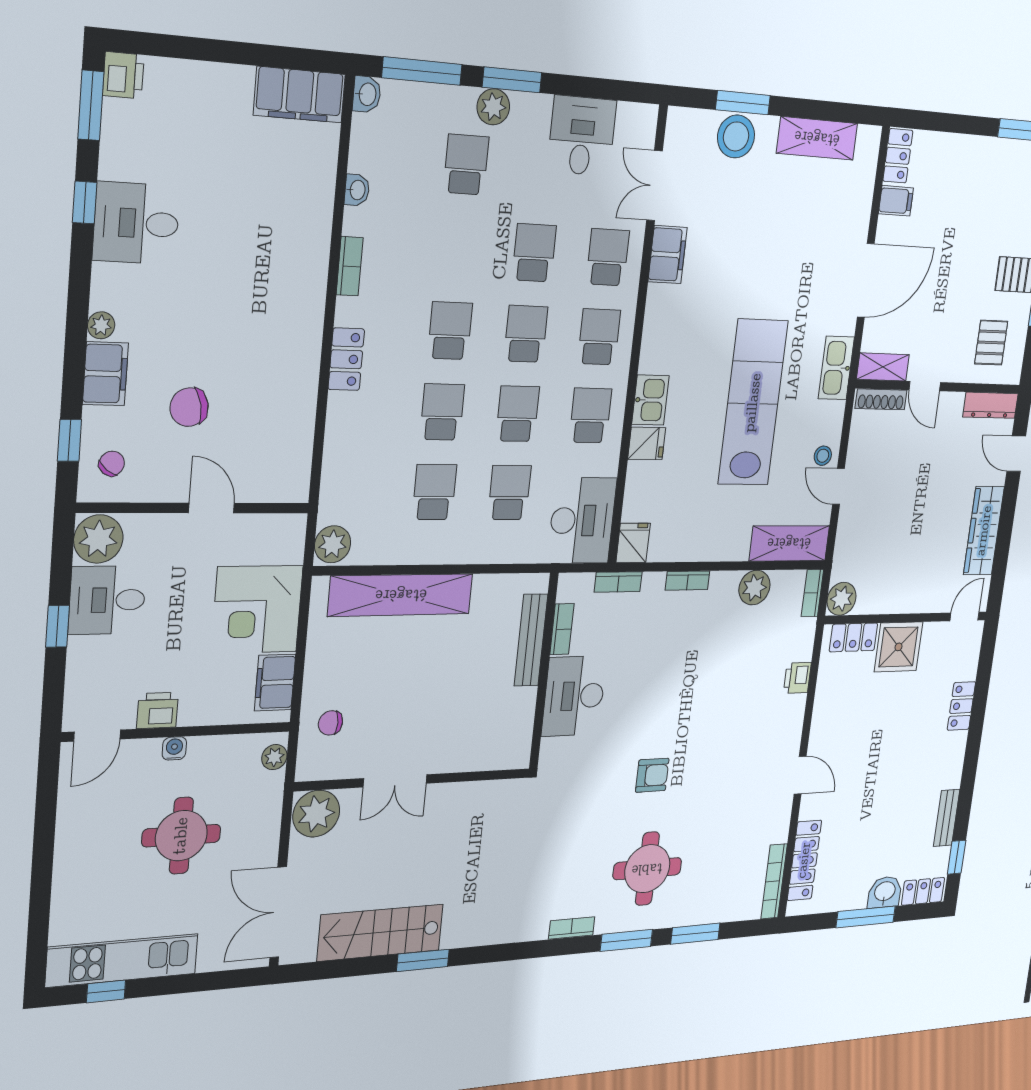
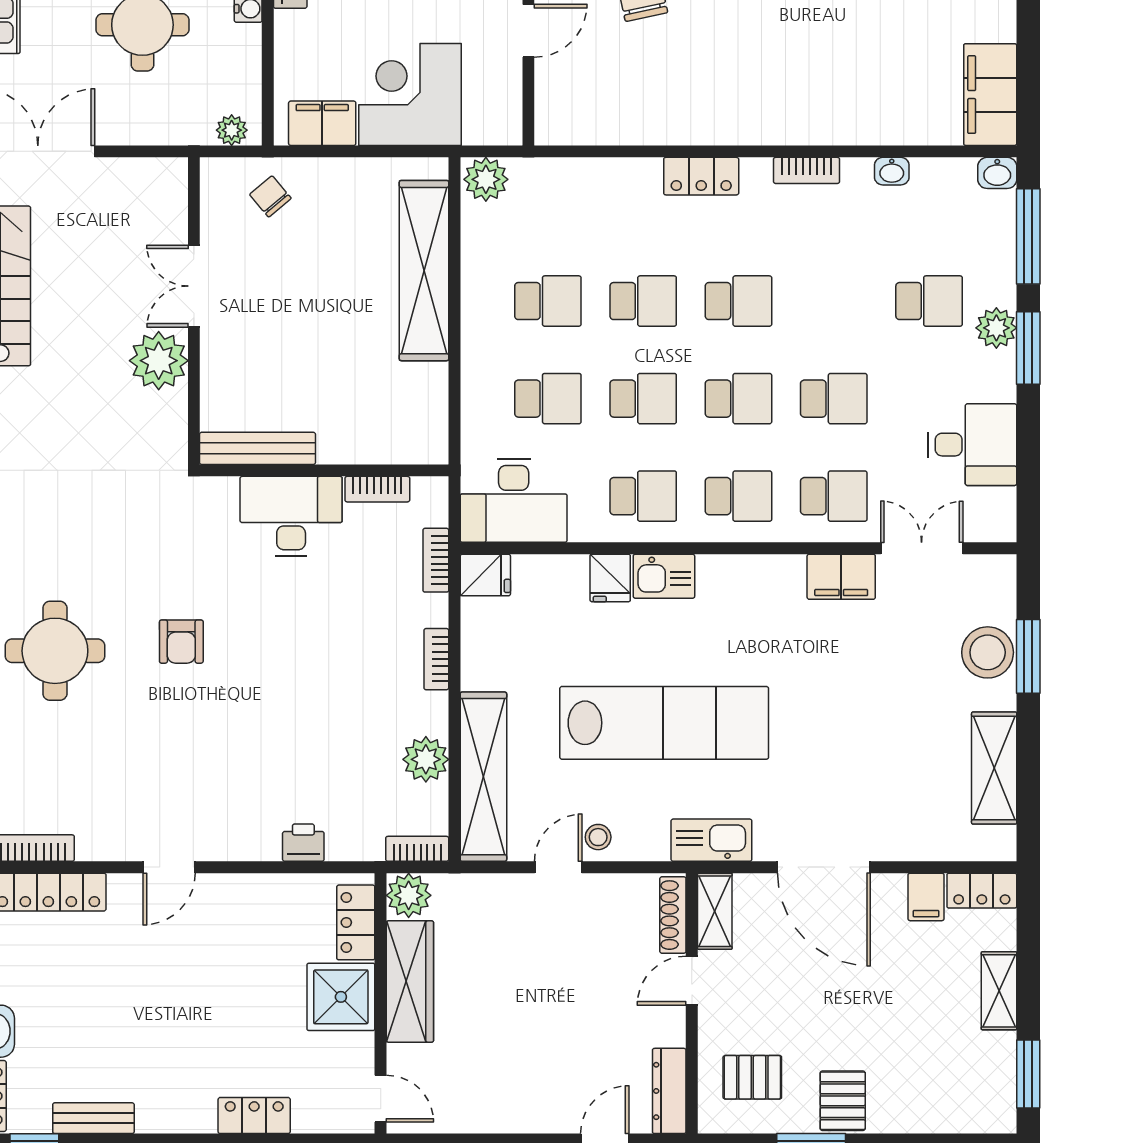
shelving: (964, 148) -> (999, 991), added
wardrobe: (984, 531) -> (410, 982), moved, turned 90
shelving: (789, 543) -> (483, 777), width x1.47
bench: (531, 640) -> (257, 448), moved
chair: (330, 723) -> (270, 196), turned -40
plant: (316, 814) -> (159, 361), moved

